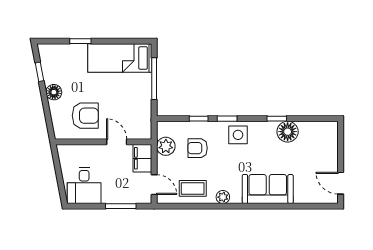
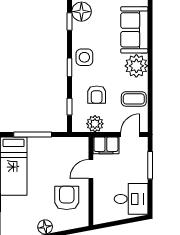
window: (199, 119) -> (70, 107), moved
coffee table: (193, 188) -> (134, 99), turned 90
plant: (223, 197) -> (136, 66), width x1.87, depth x1.87

